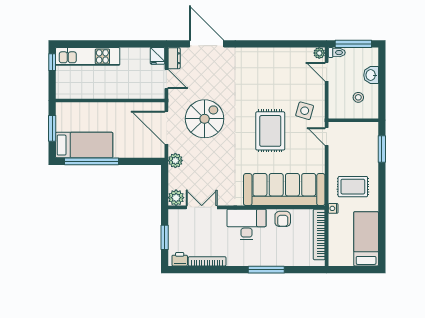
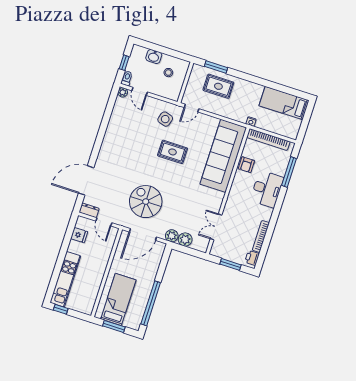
window: (353, 44) -> (124, 63), width x0.46
fridge: (158, 56) -> (79, 235), moved
door: (327, 72) -> (140, 91), hinge flipped
door: (166, 79) -> (104, 222), swing flipped
rug: (270, 131) -> (172, 152), width x0.73, depth x0.70
bed: (84, 145) -> (118, 299), moved
rug: (353, 187) -> (218, 86), moved, turned 90
plant: (176, 198) -> (185, 239), moved
armchair: (283, 219) -> (246, 165), turned 90
desk: (247, 224) -> (267, 189), moved, turned 180
window: (266, 270) -> (289, 172), moved

